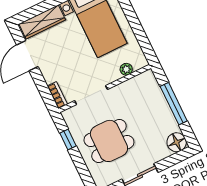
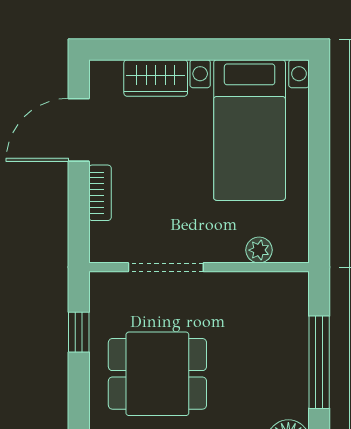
wardrobe: (42, 22) -> (156, 78), width x0.67
bookcase: (57, 95) -> (100, 193), moved

